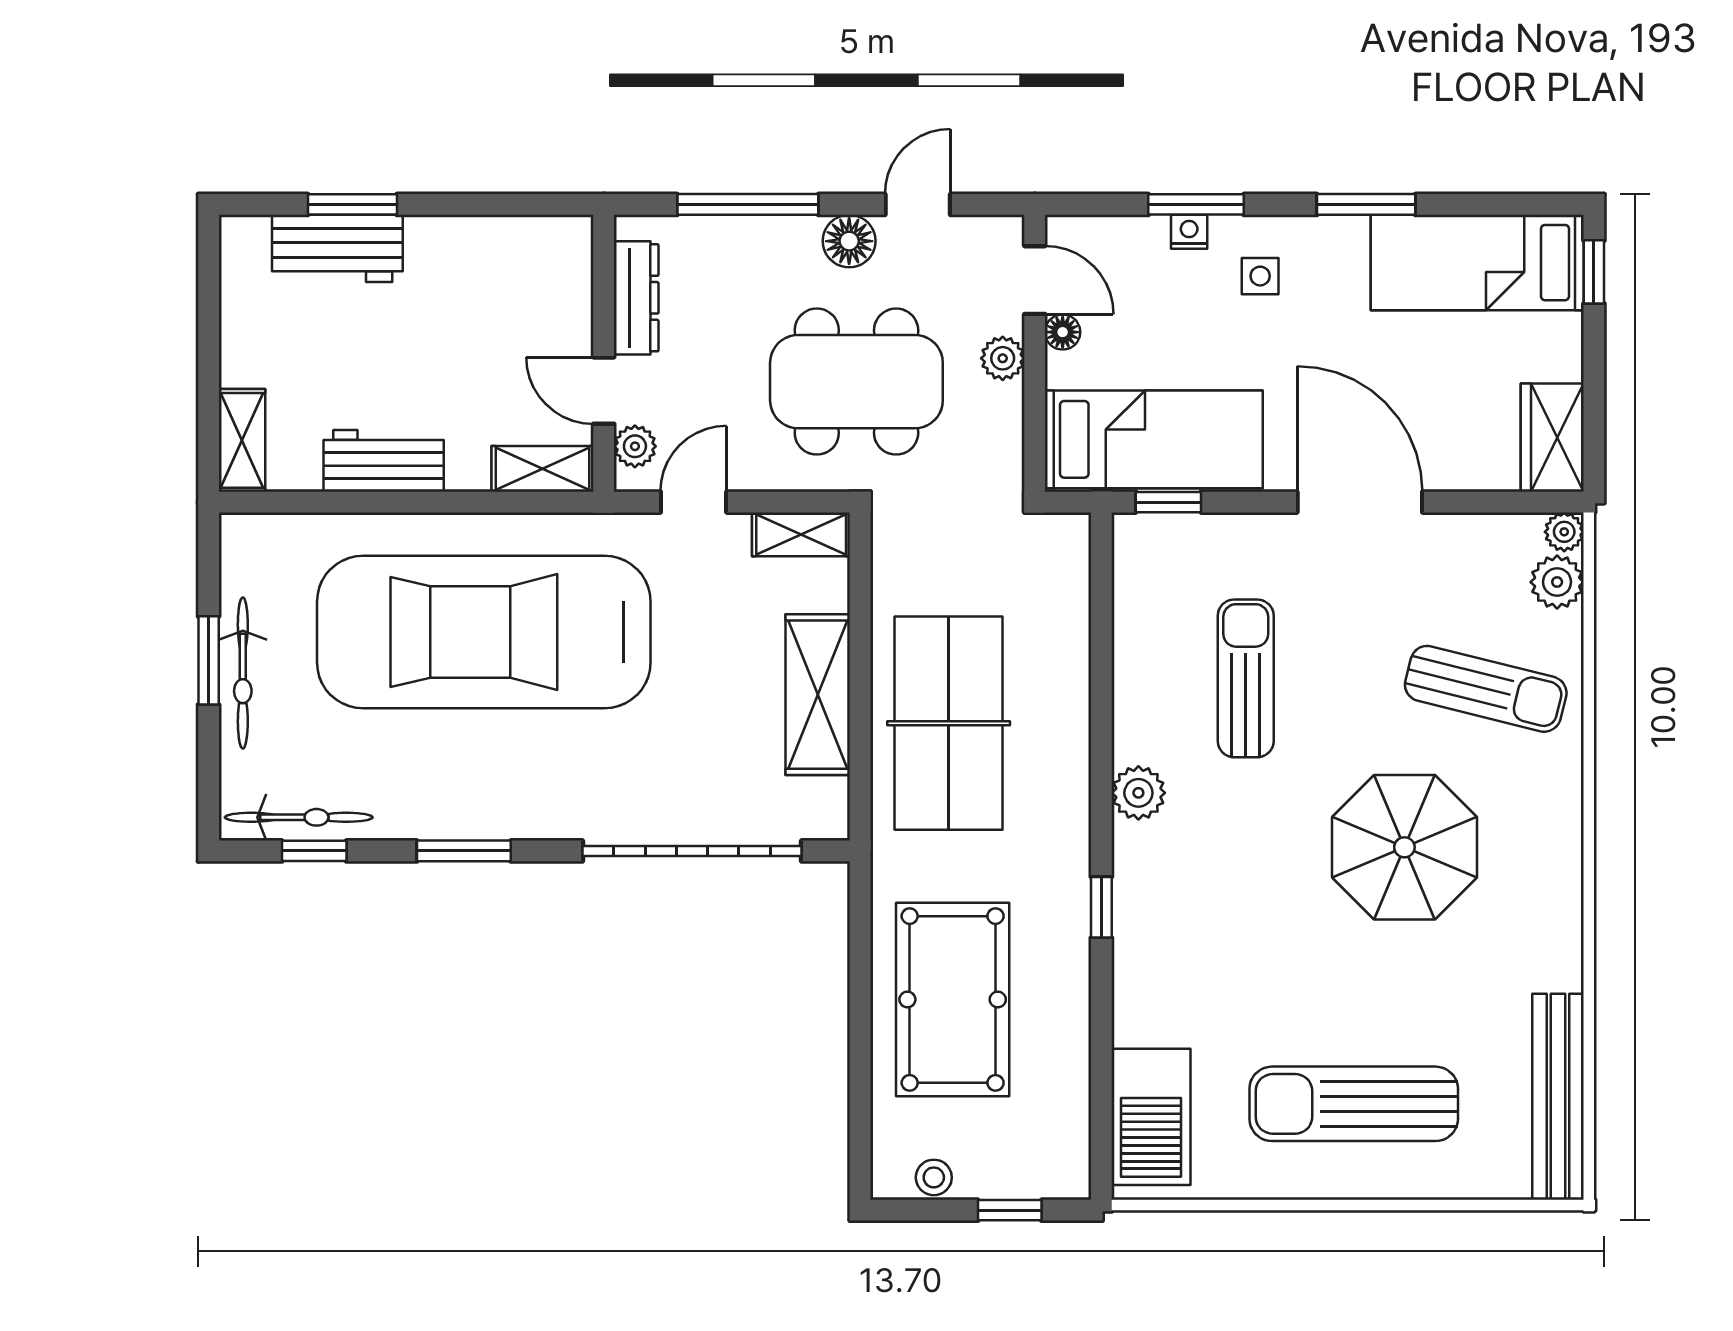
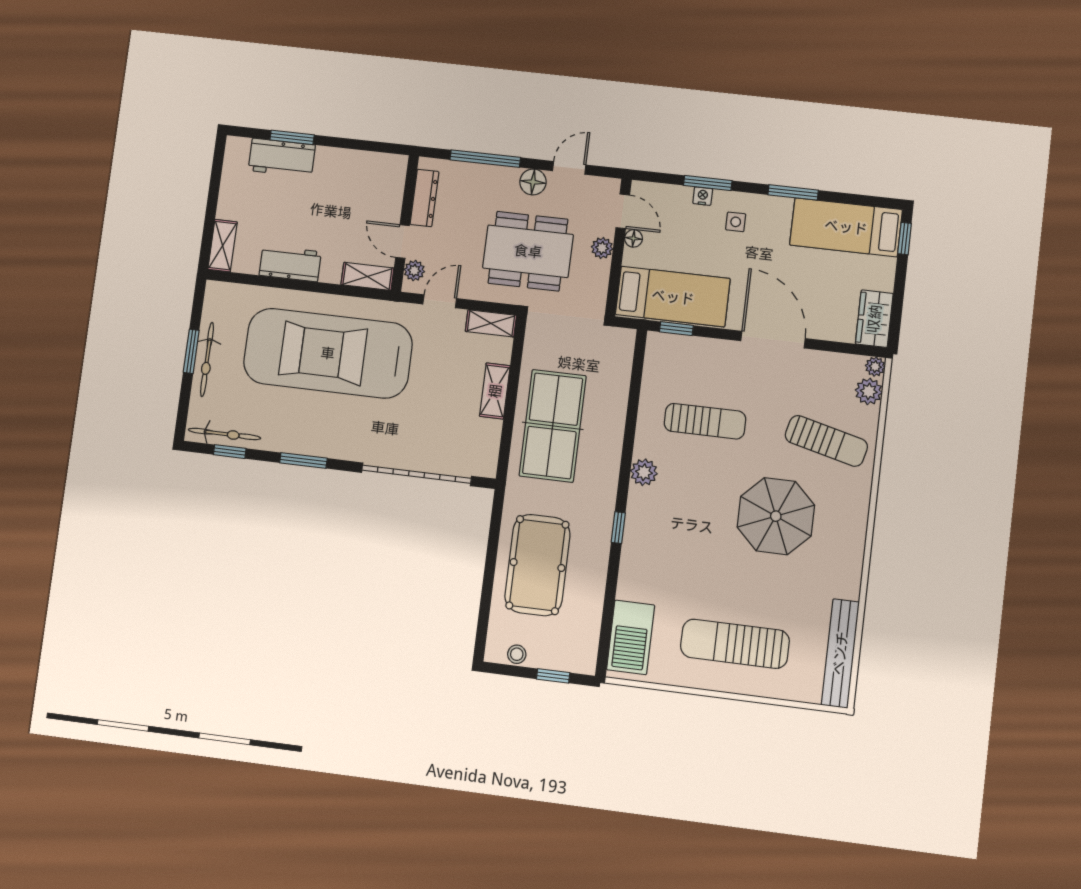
sun lounger: (1246, 678) -> (705, 421), turned 90
shelving: (818, 695) -> (495, 391), width x0.67, depth x0.75

